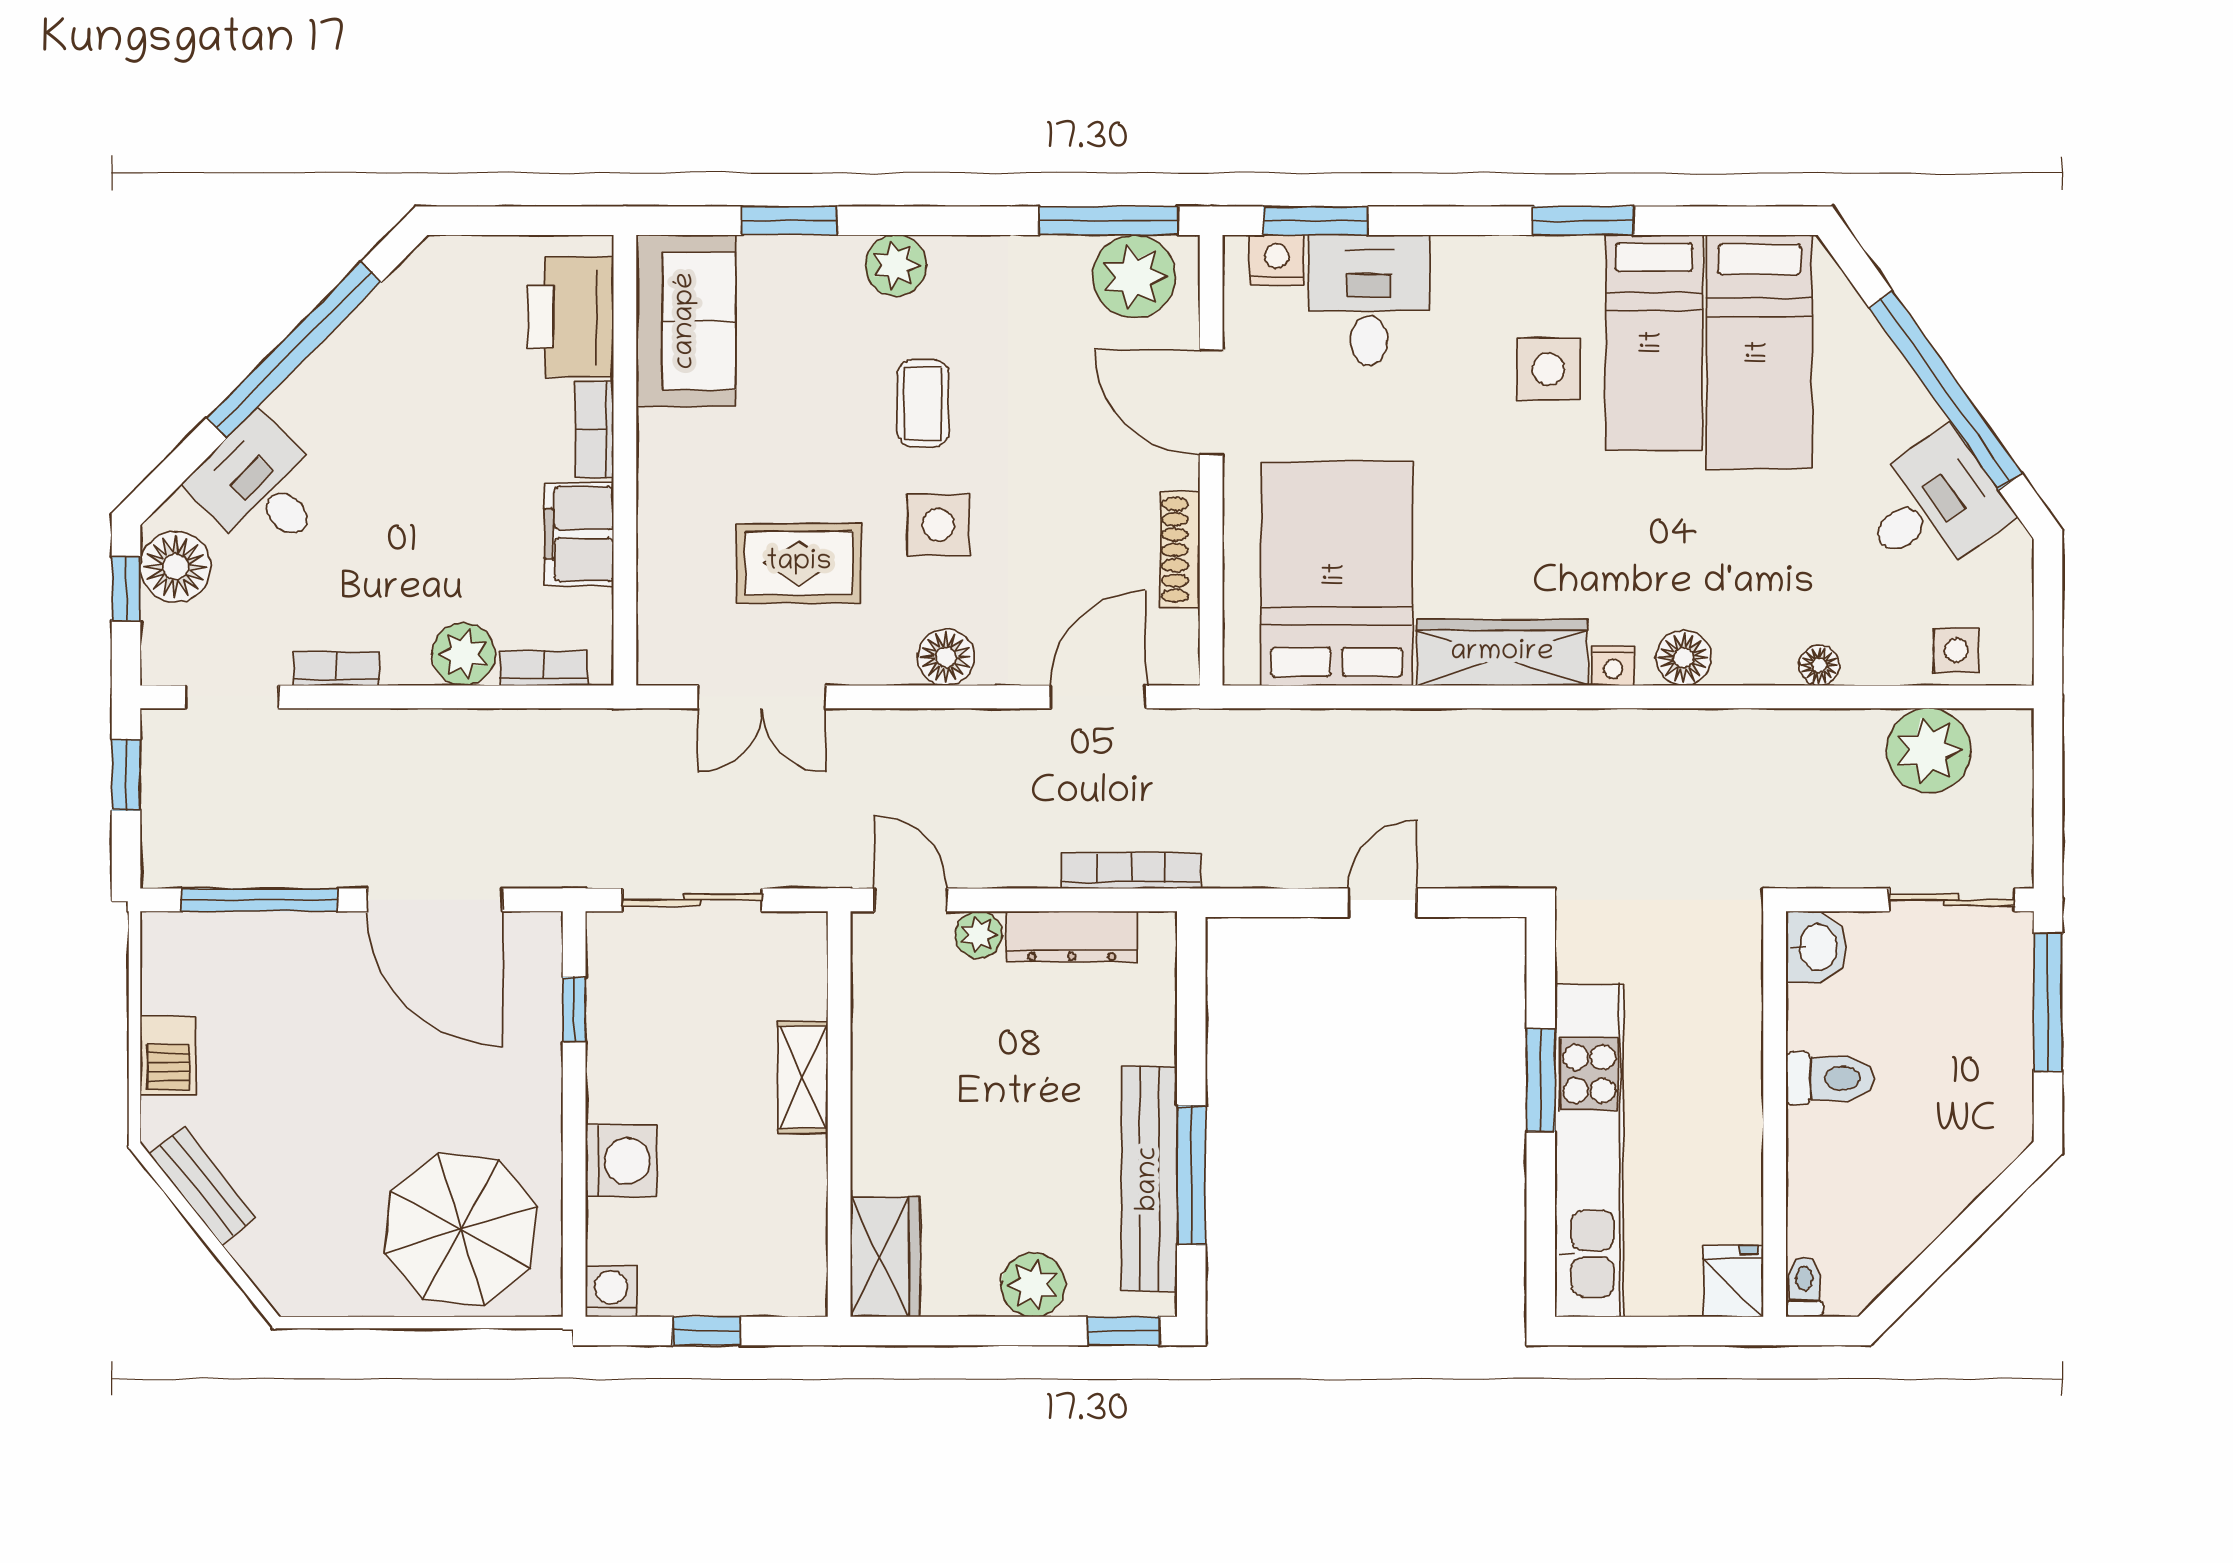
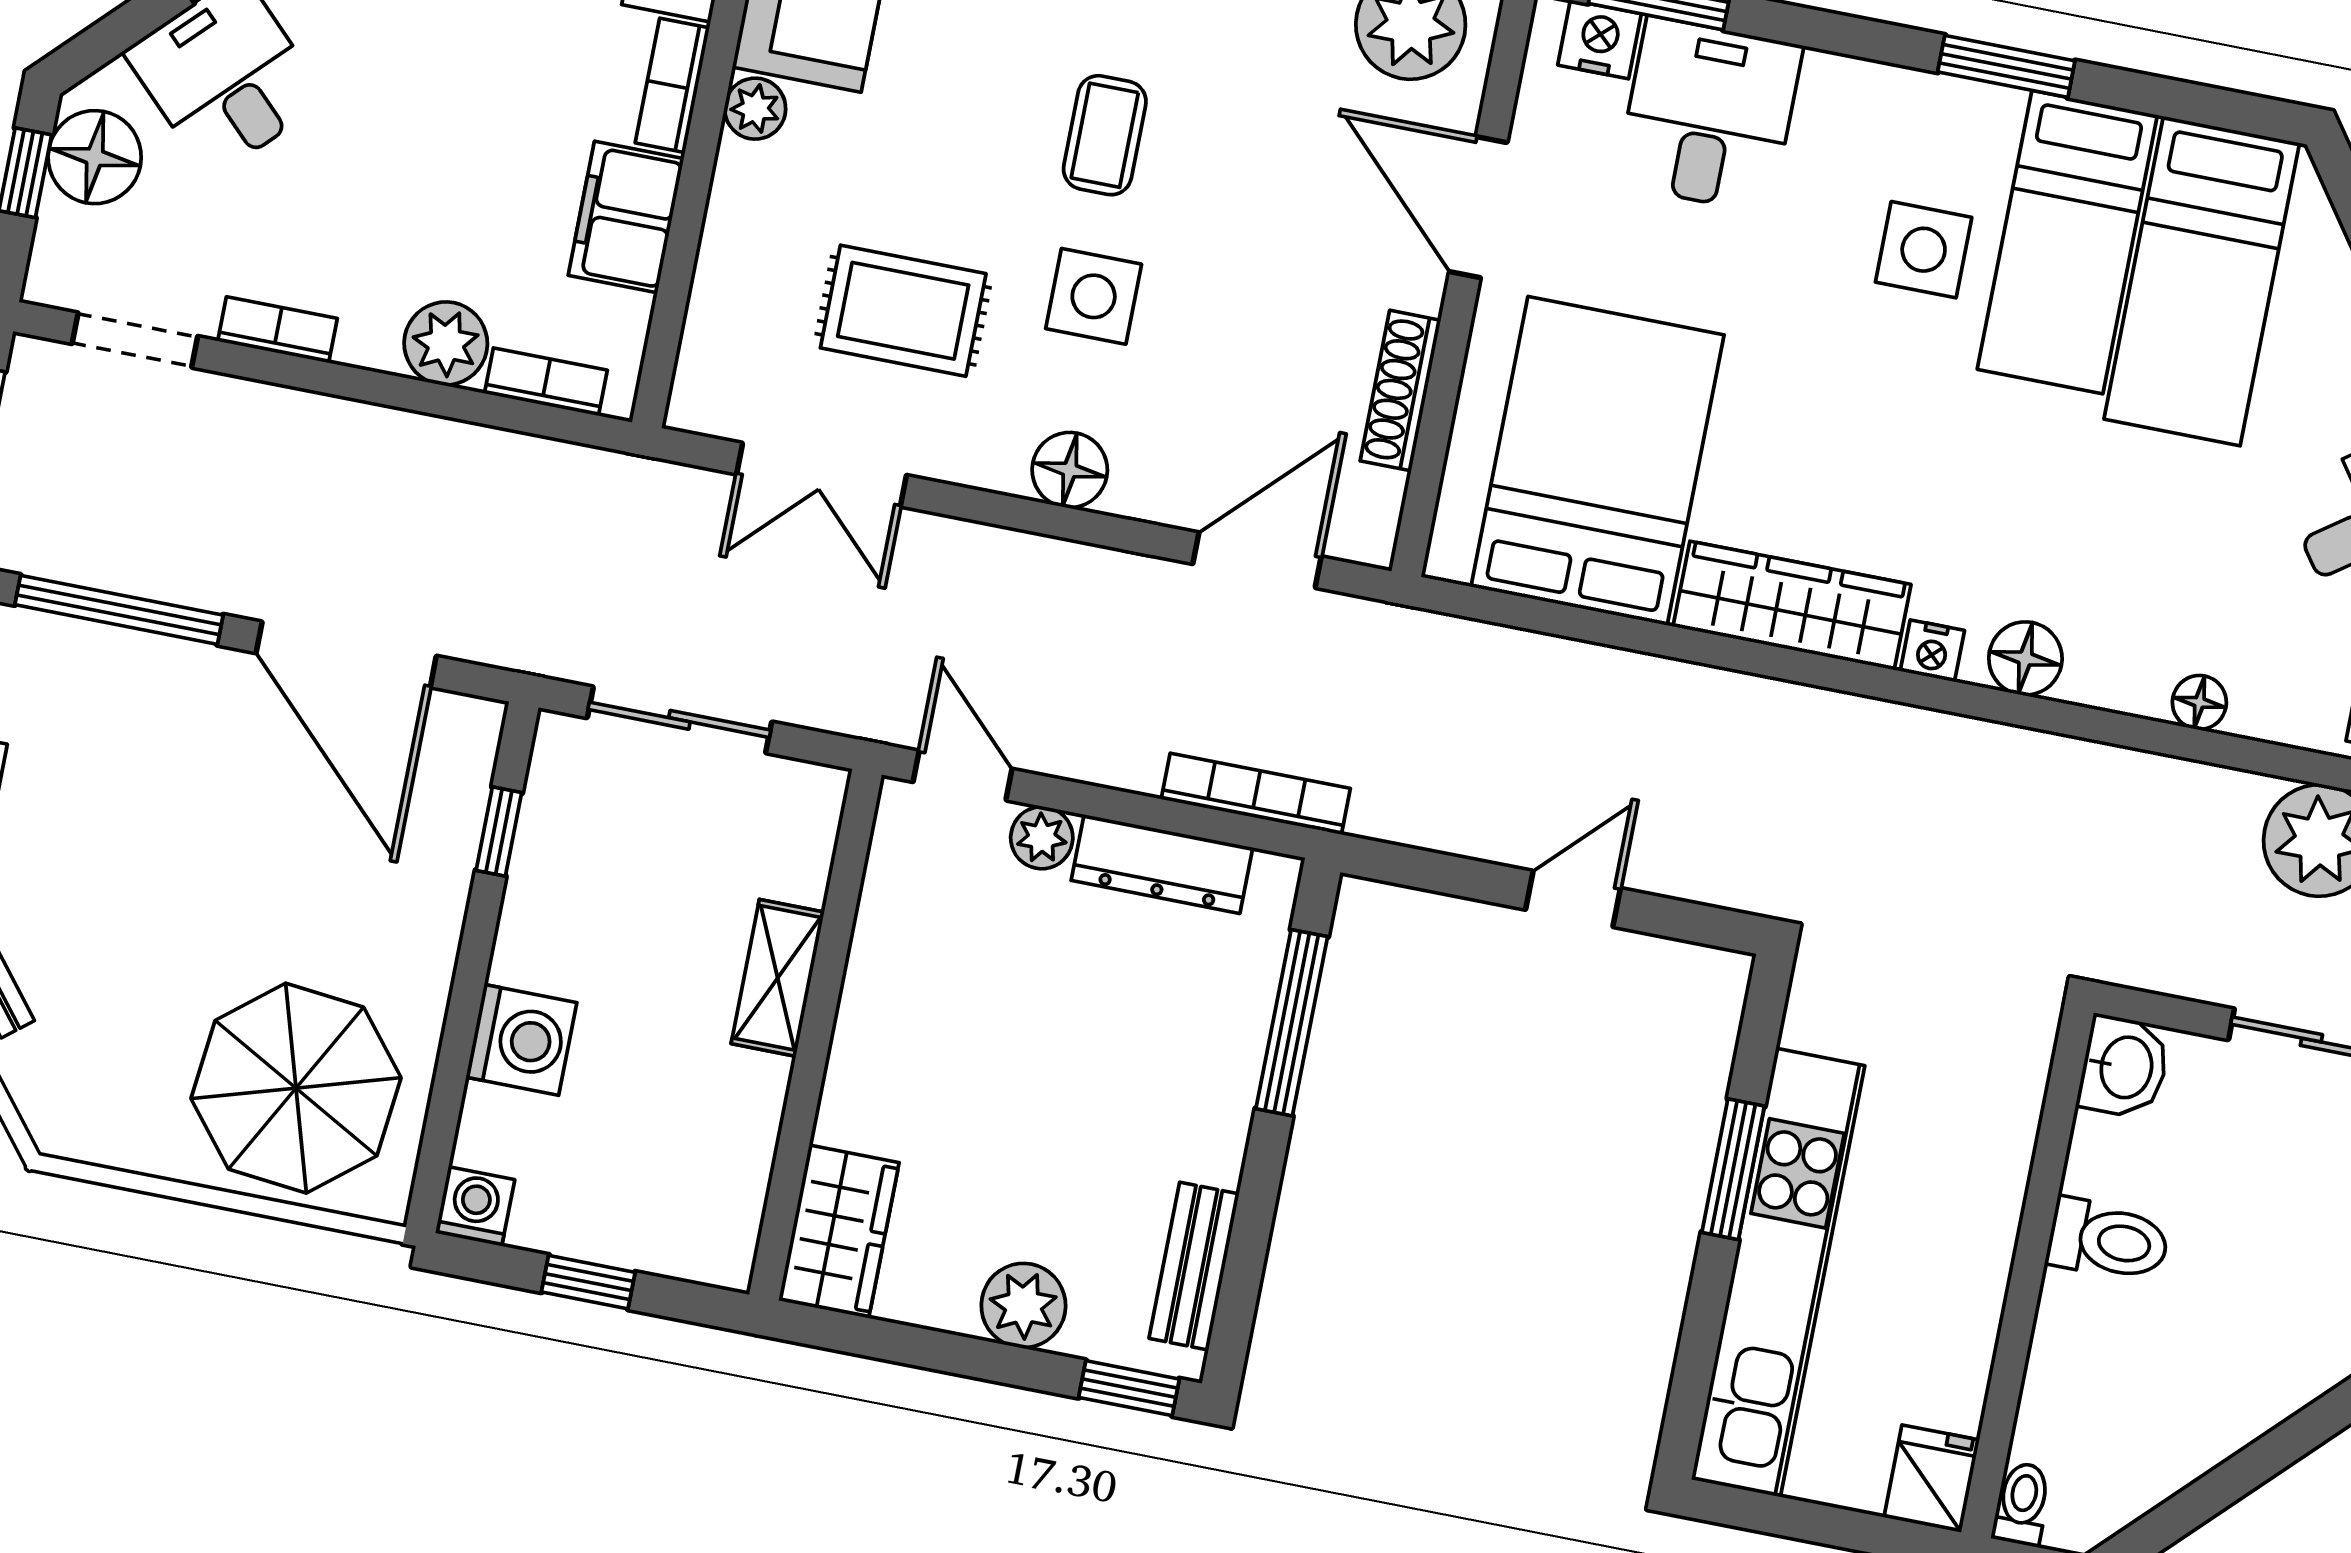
plant: (659, 435) -> (755, 109), added
window: (1191, 1175) -> (1292, 1023), moved
bench: (1149, 1179) -> (1194, 1266), width x0.54, depth x0.82

